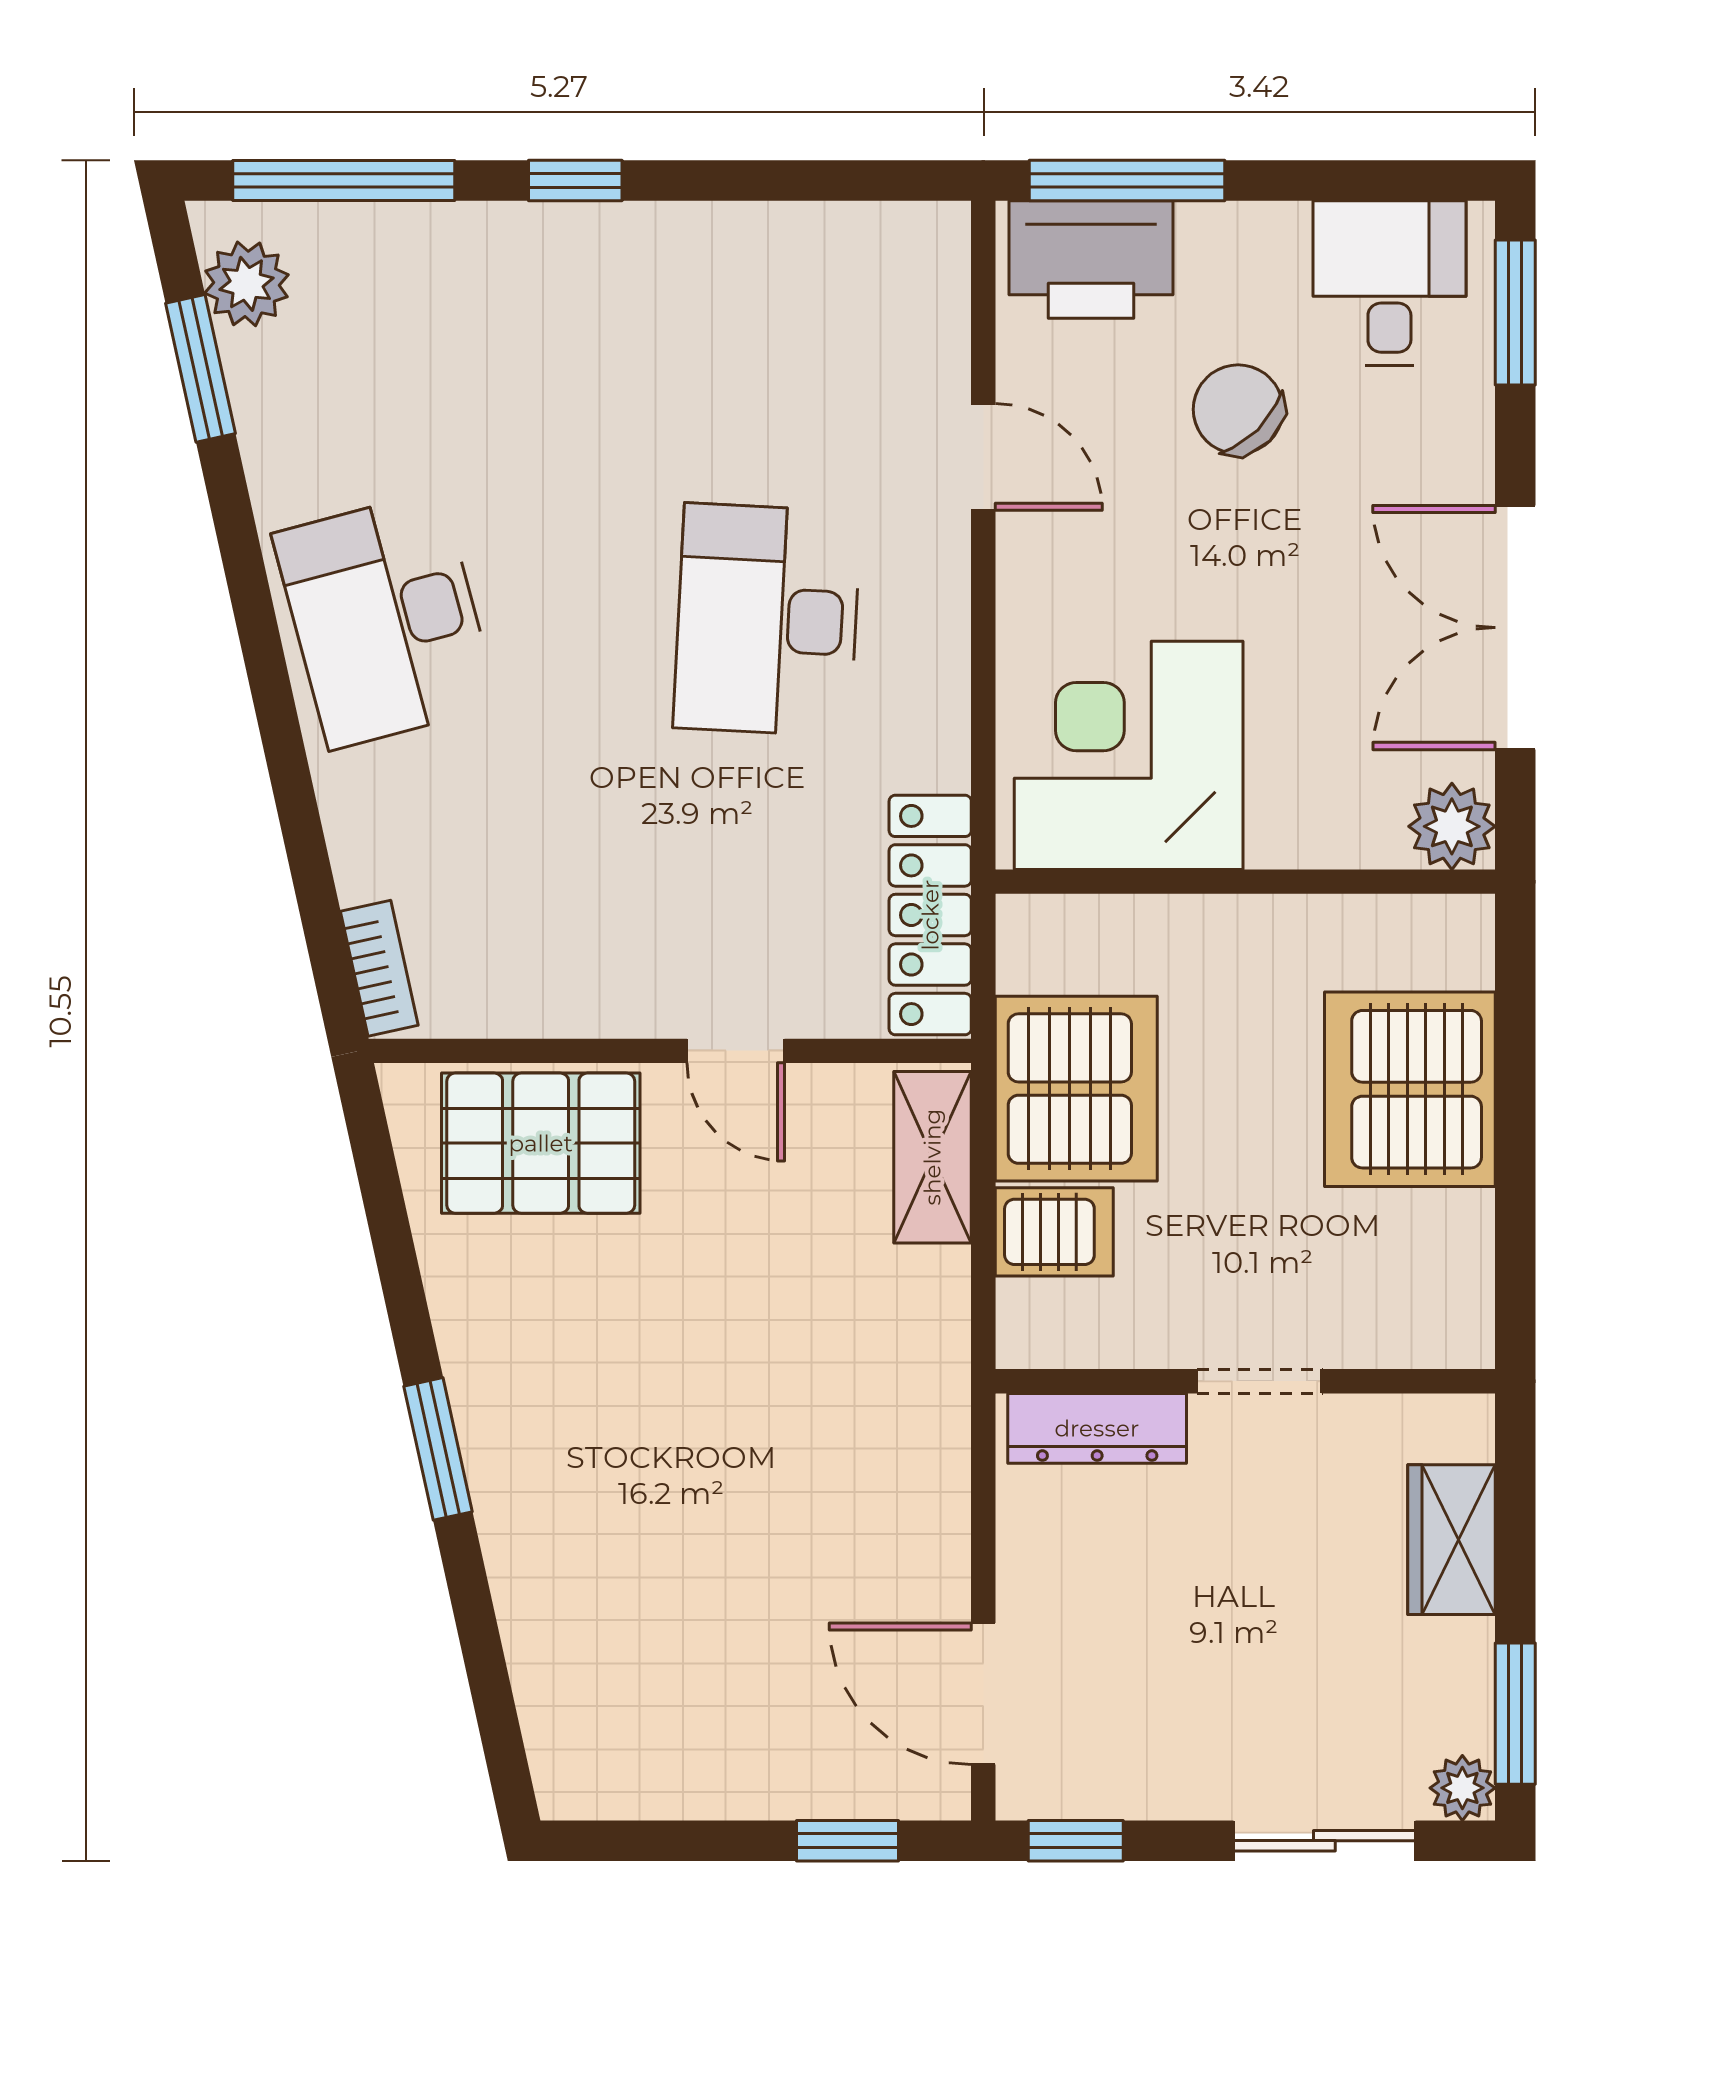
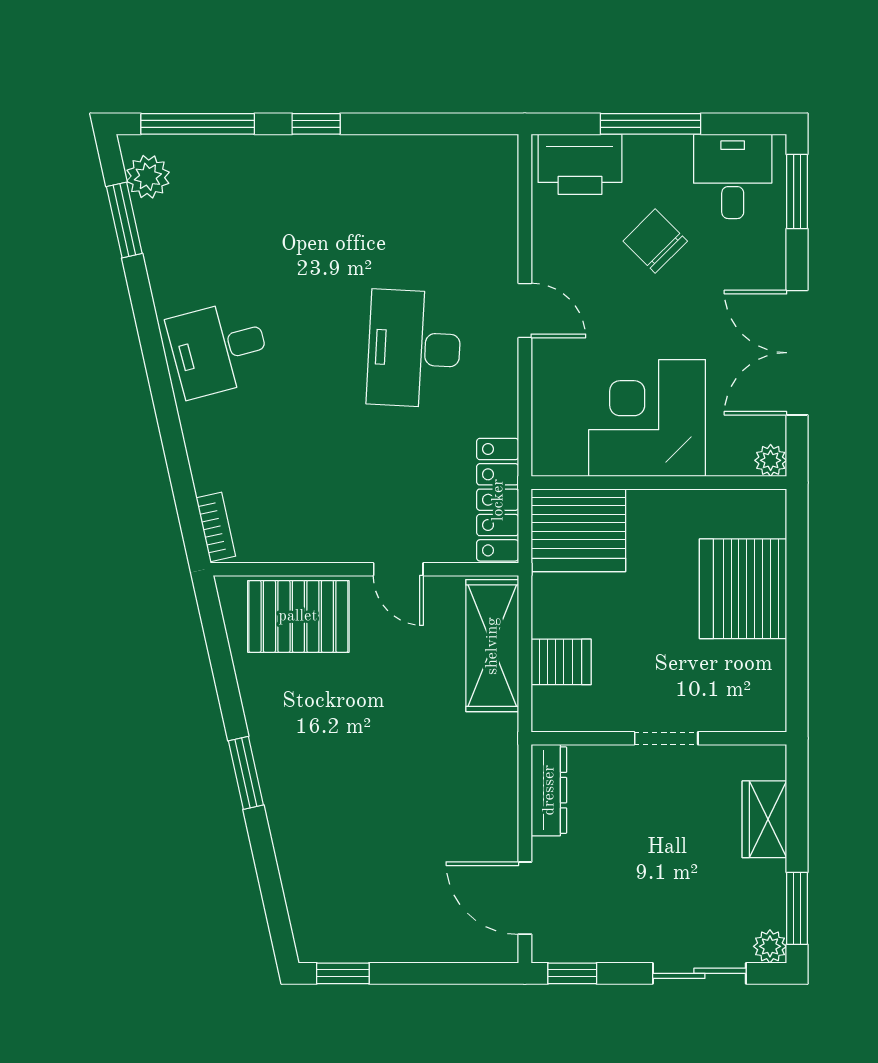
window: (1127, 180) -> (650, 124), moved
door: (983, 457) -> (525, 310), moved
desk: (385, 620) -> (219, 349), width x0.73
corner desk: (1129, 755) -> (647, 418), moved
plant: (1452, 826) -> (771, 460), width x0.73, depth x0.73
server rack: (1076, 1089) -> (578, 530), moved, turned 90
shelving: (932, 1157) -> (492, 646), width x1.50, depth x1.33
dresser: (1097, 1428) -> (549, 790), moved, turned -90
window: (847, 1841) -> (343, 973), moved

